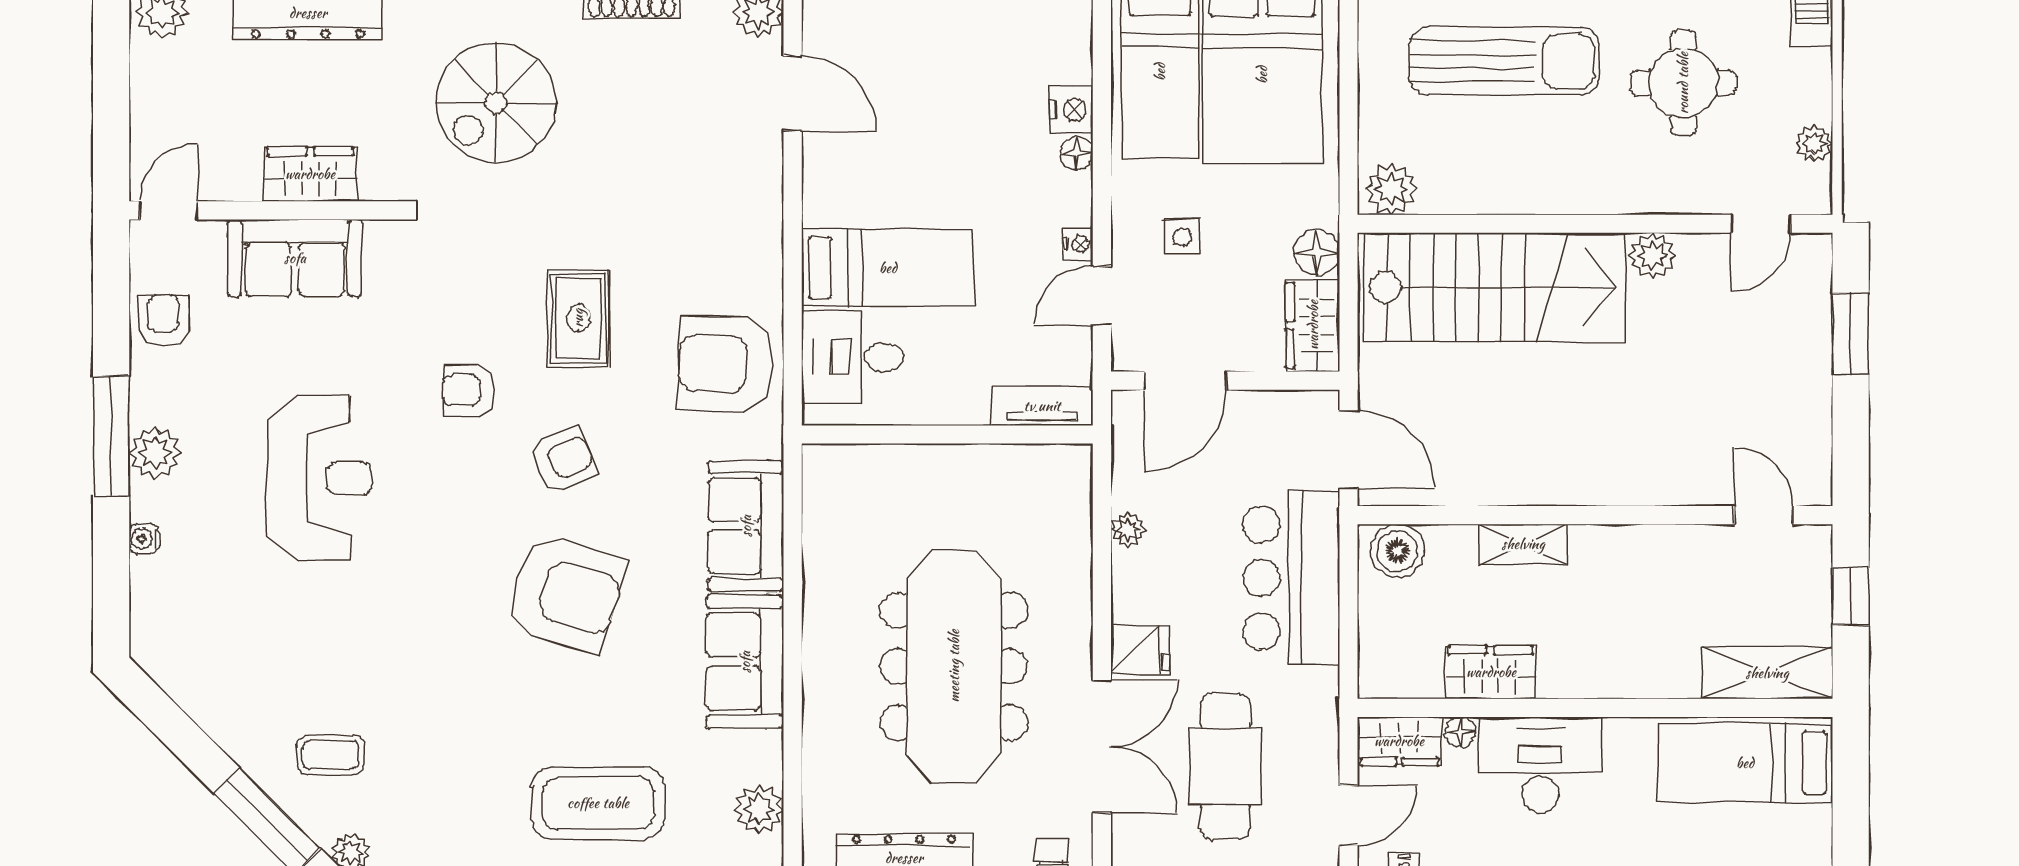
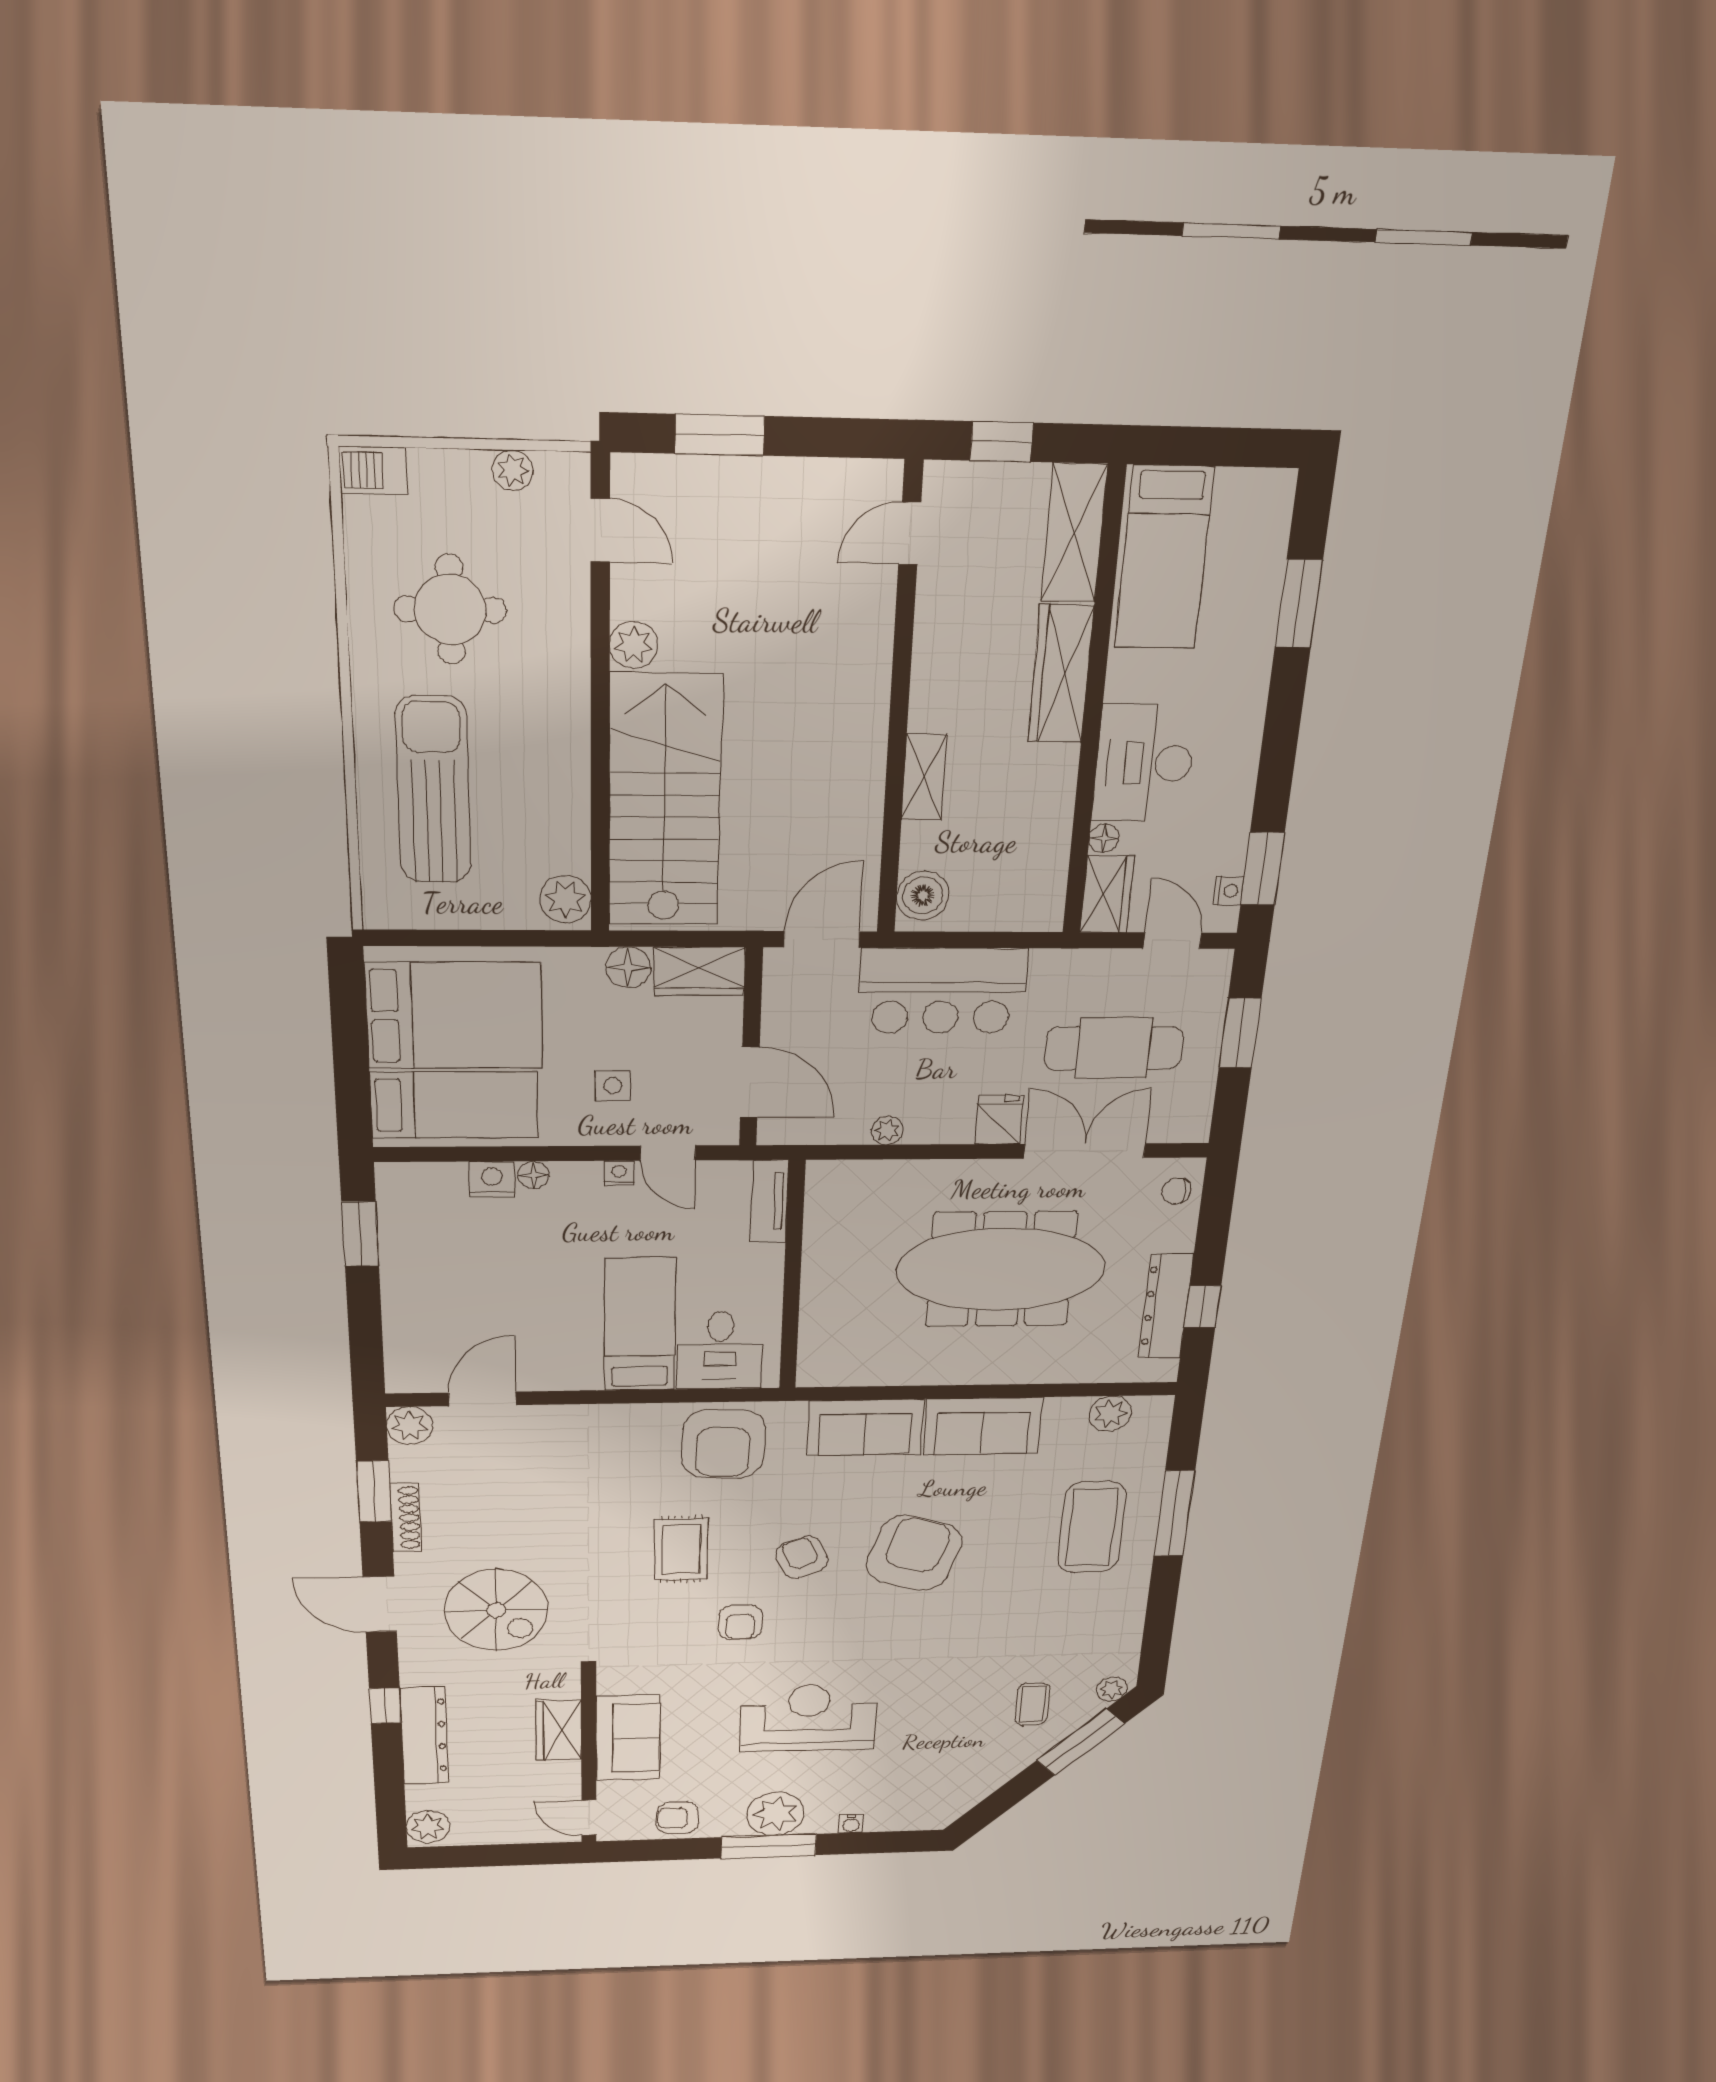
rug: (578, 318) -> (681, 1549), turned 90
plant: (155, 453) -> (776, 1814), width x1.36, depth x1.36
wardrobe: (1491, 672) -> (1061, 674), moved, width x1.50

